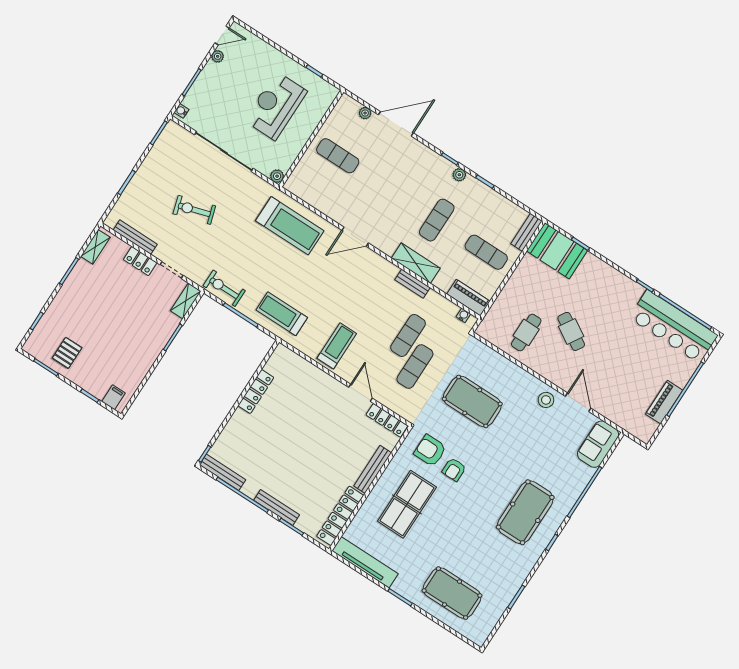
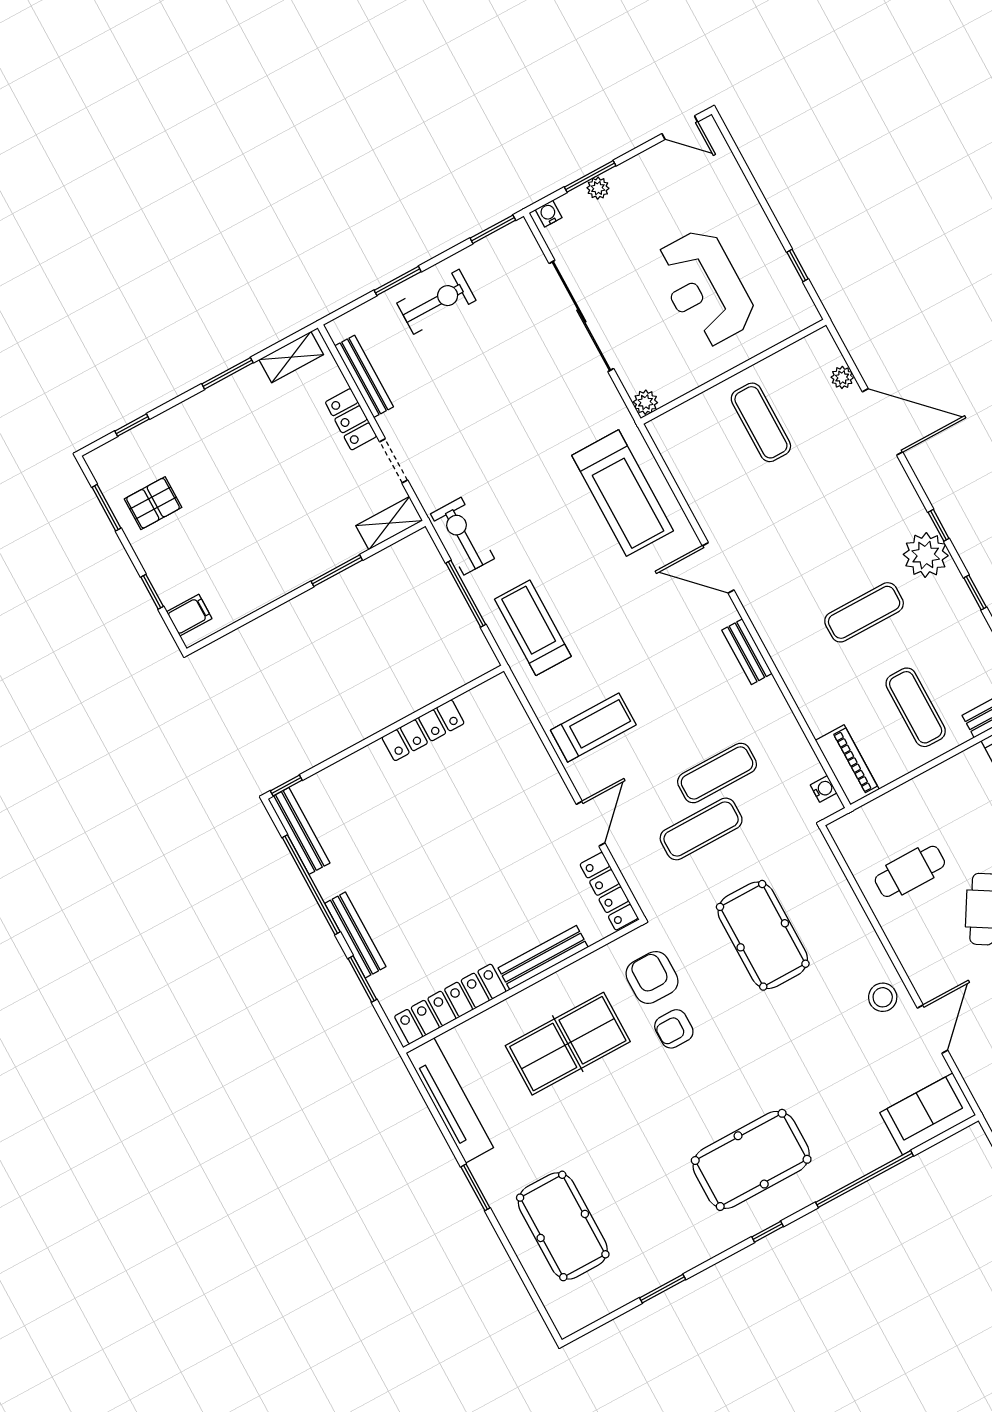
plant: (218, 56) -> (598, 188), moved
reception desk: (276, 106) -> (705, 288), turned -90
plant: (459, 175) -> (926, 555), width x1.87, depth x1.87
exercise bike: (194, 210) -> (436, 302), moved, turned 107
shelving: (416, 263) -> (793, 663), removed
bench: (412, 284) -> (747, 652), moved

